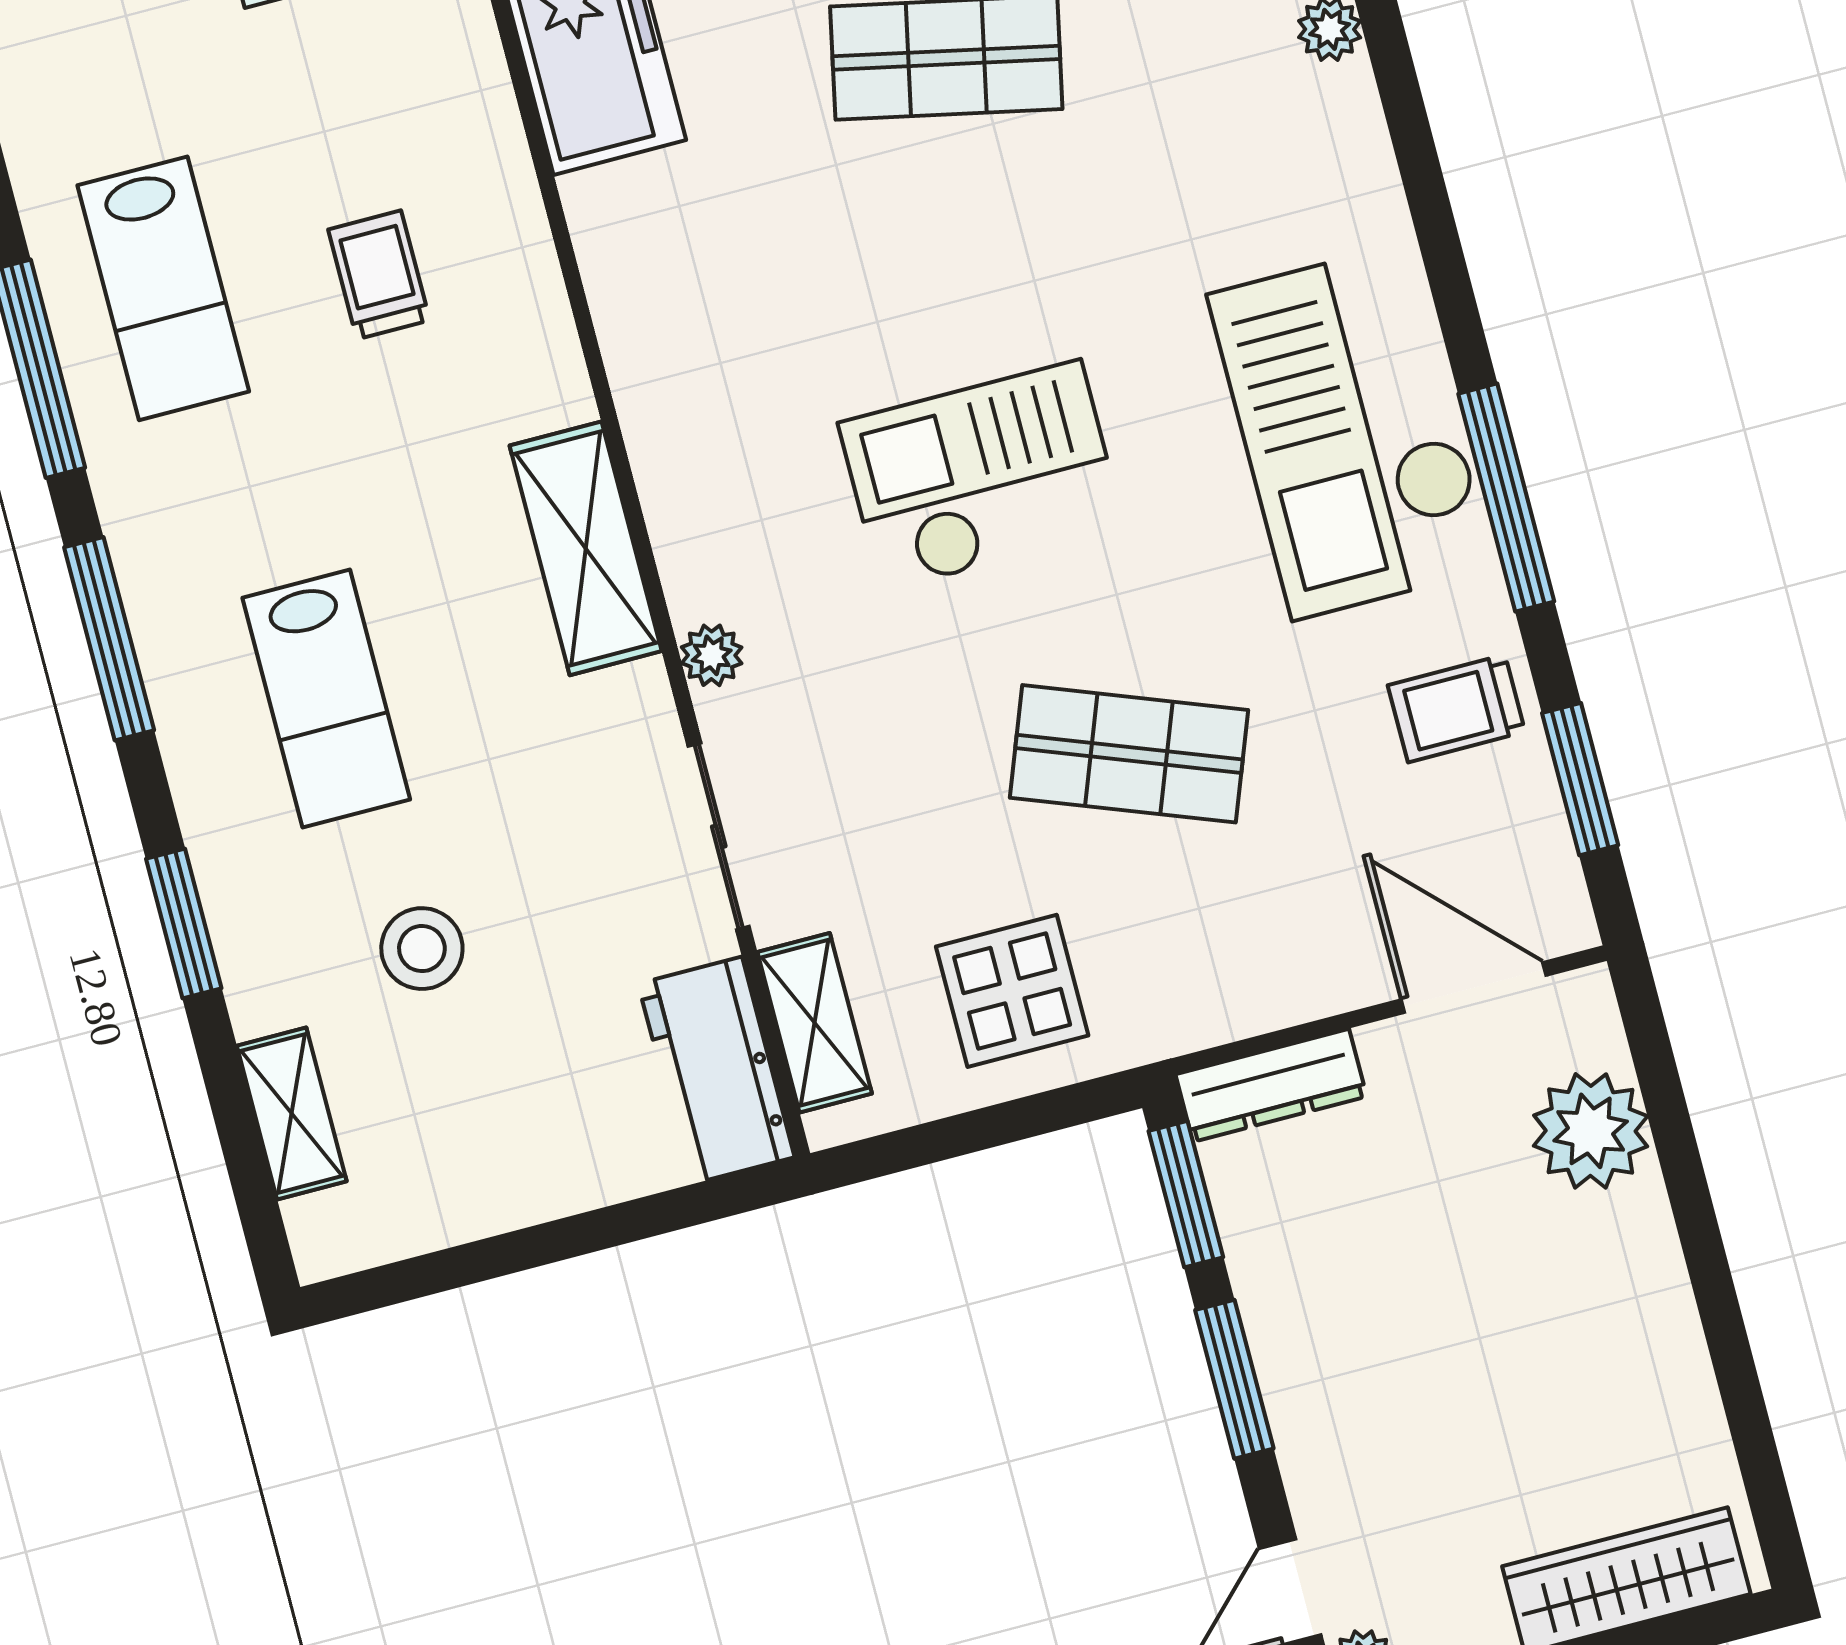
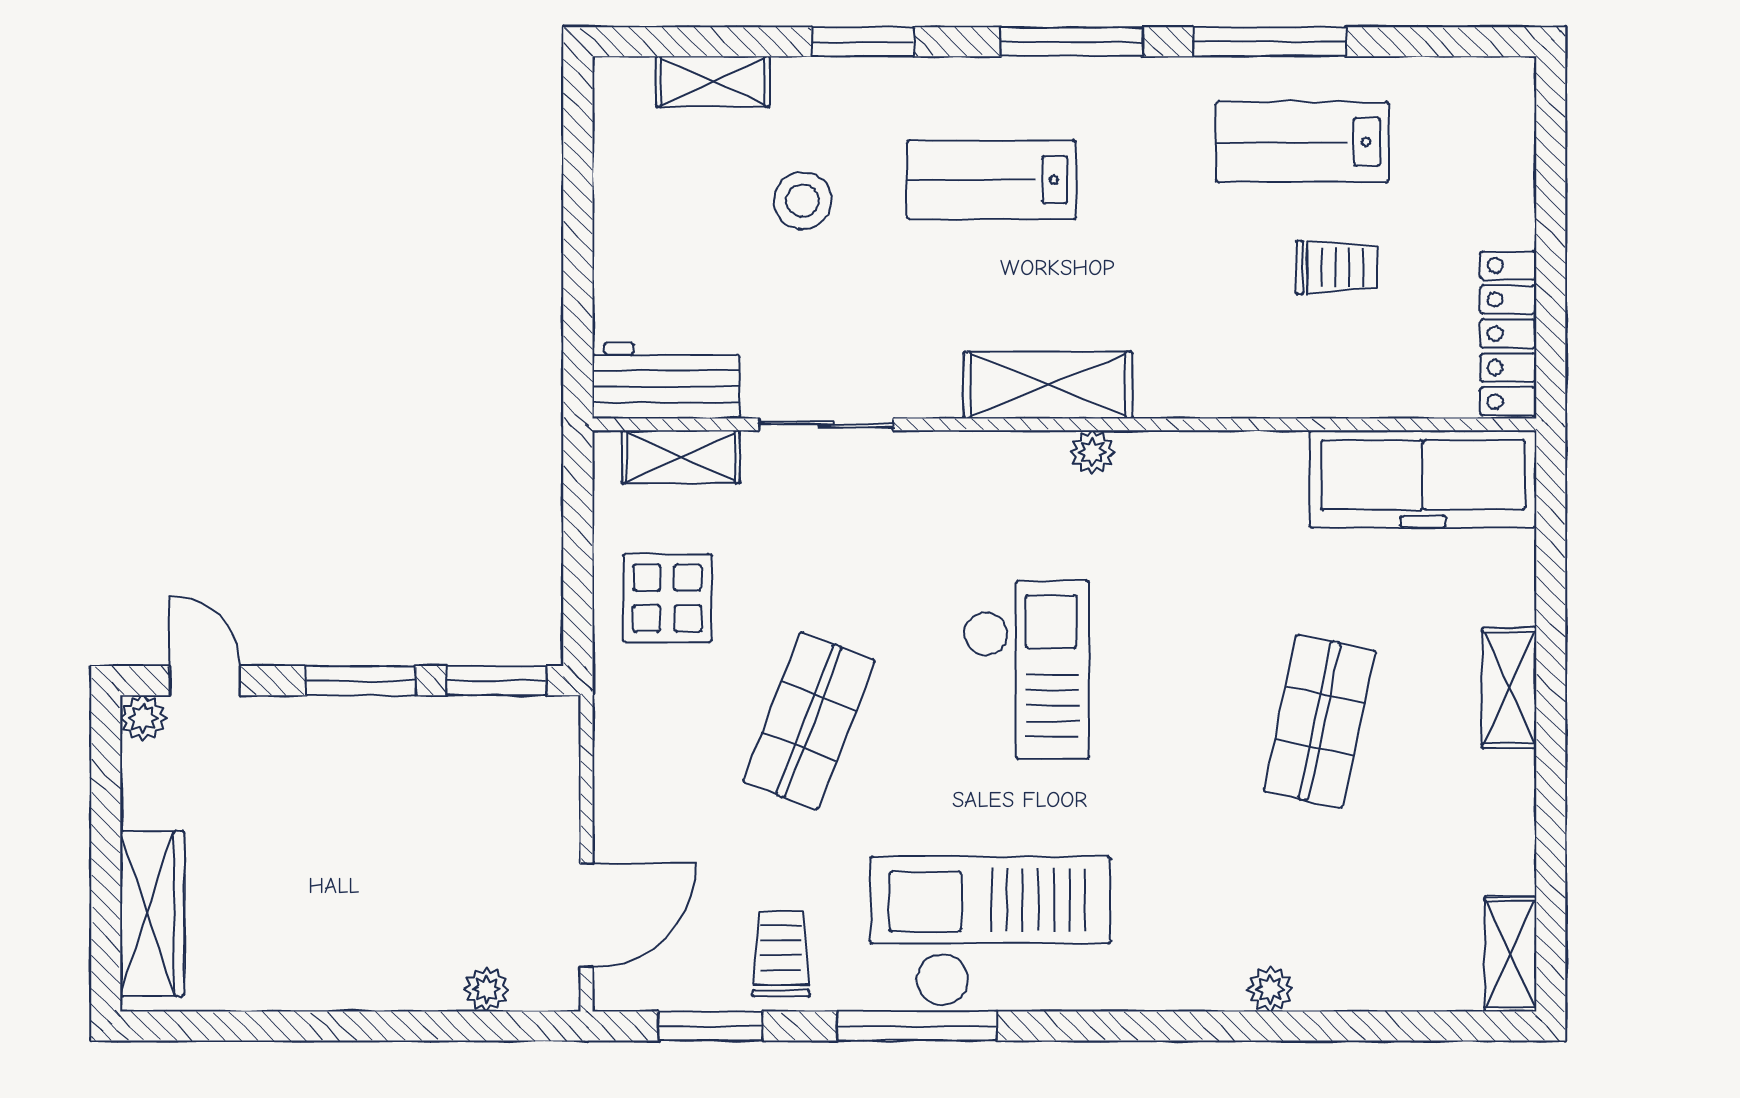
trolley: (379, 275) -> (1337, 267), moved
plant: (712, 655) -> (1092, 452), moved
dresser: (1271, 1085) -> (556, 759), removed
plant: (1591, 1131) -> (487, 989), width x0.53, depth x0.53

